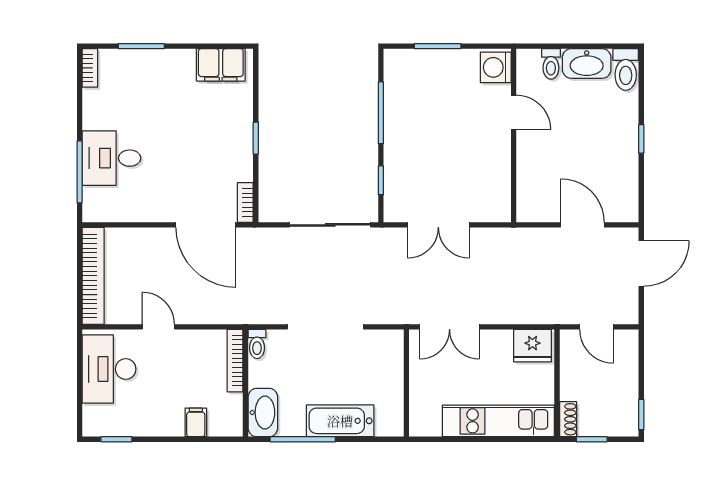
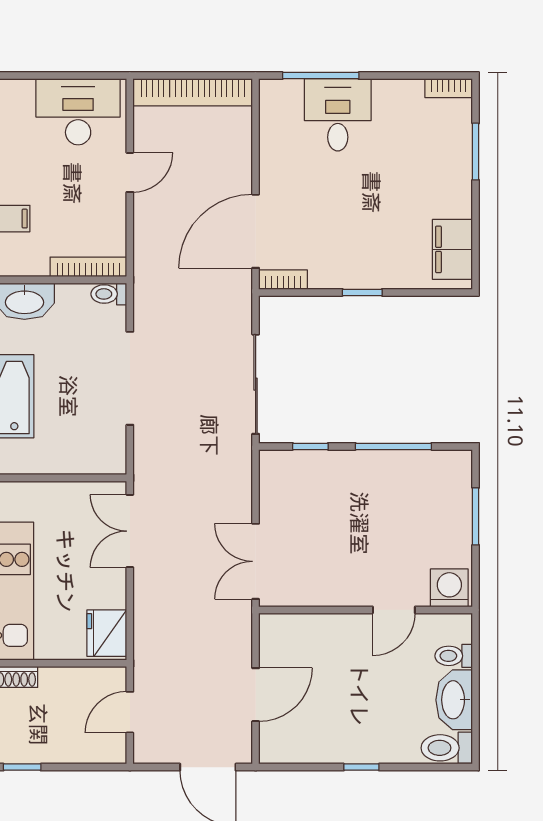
double door: (438, 225) -> (256, 561), moved

